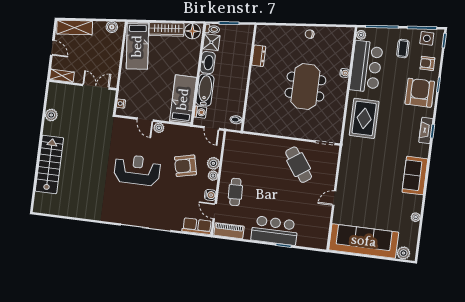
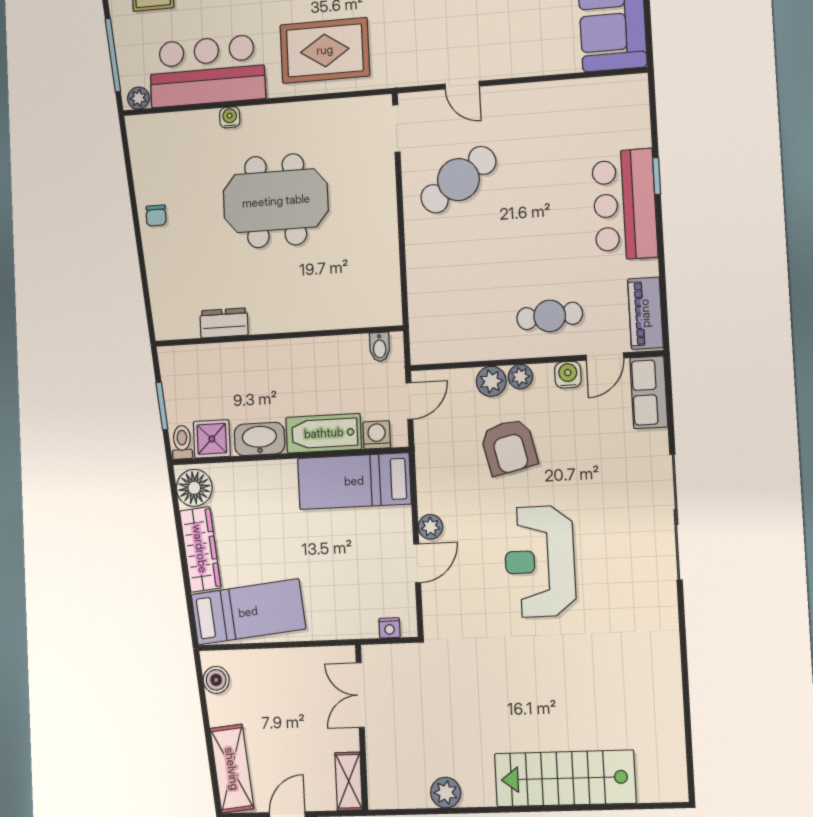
door: (334, 198) -> (462, 85), moved

